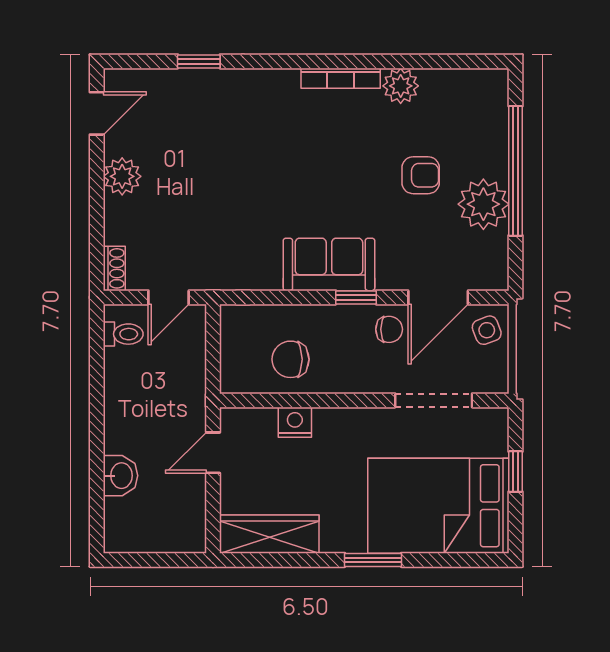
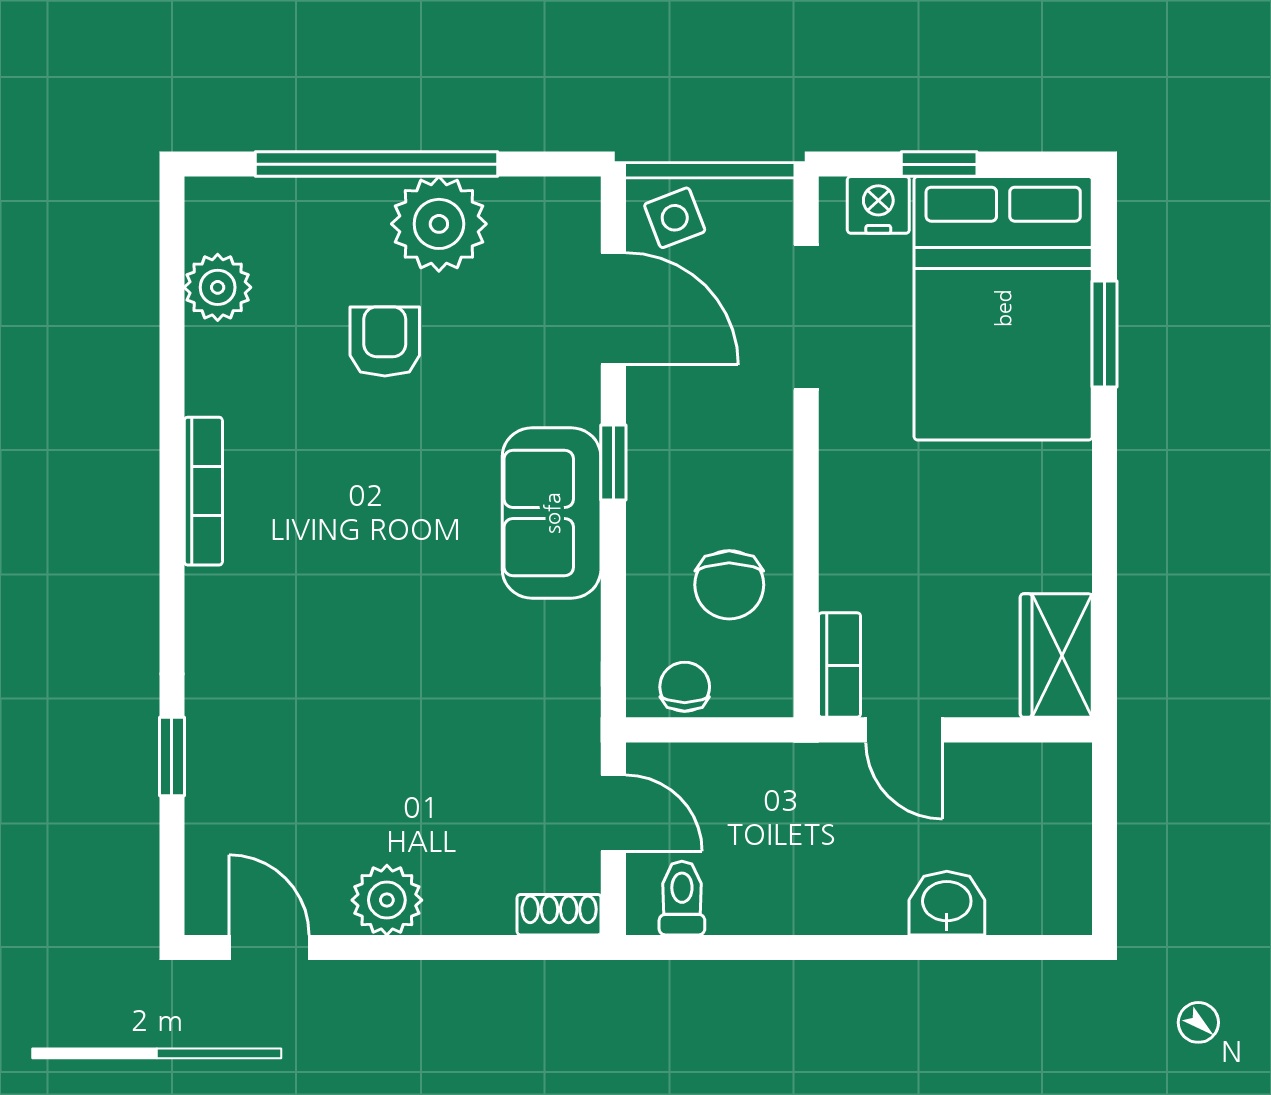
plant: (401, 86) -> (218, 287), moved
chair: (389, 329) -> (685, 687), moved
bookcase: (248, 418) -> (839, 665), added
nightstand: (295, 422) -> (878, 205), moved, turned 90
wardrobe: (269, 534) -> (1056, 656), width x0.67
window: (373, 560) -> (1105, 334), moved

